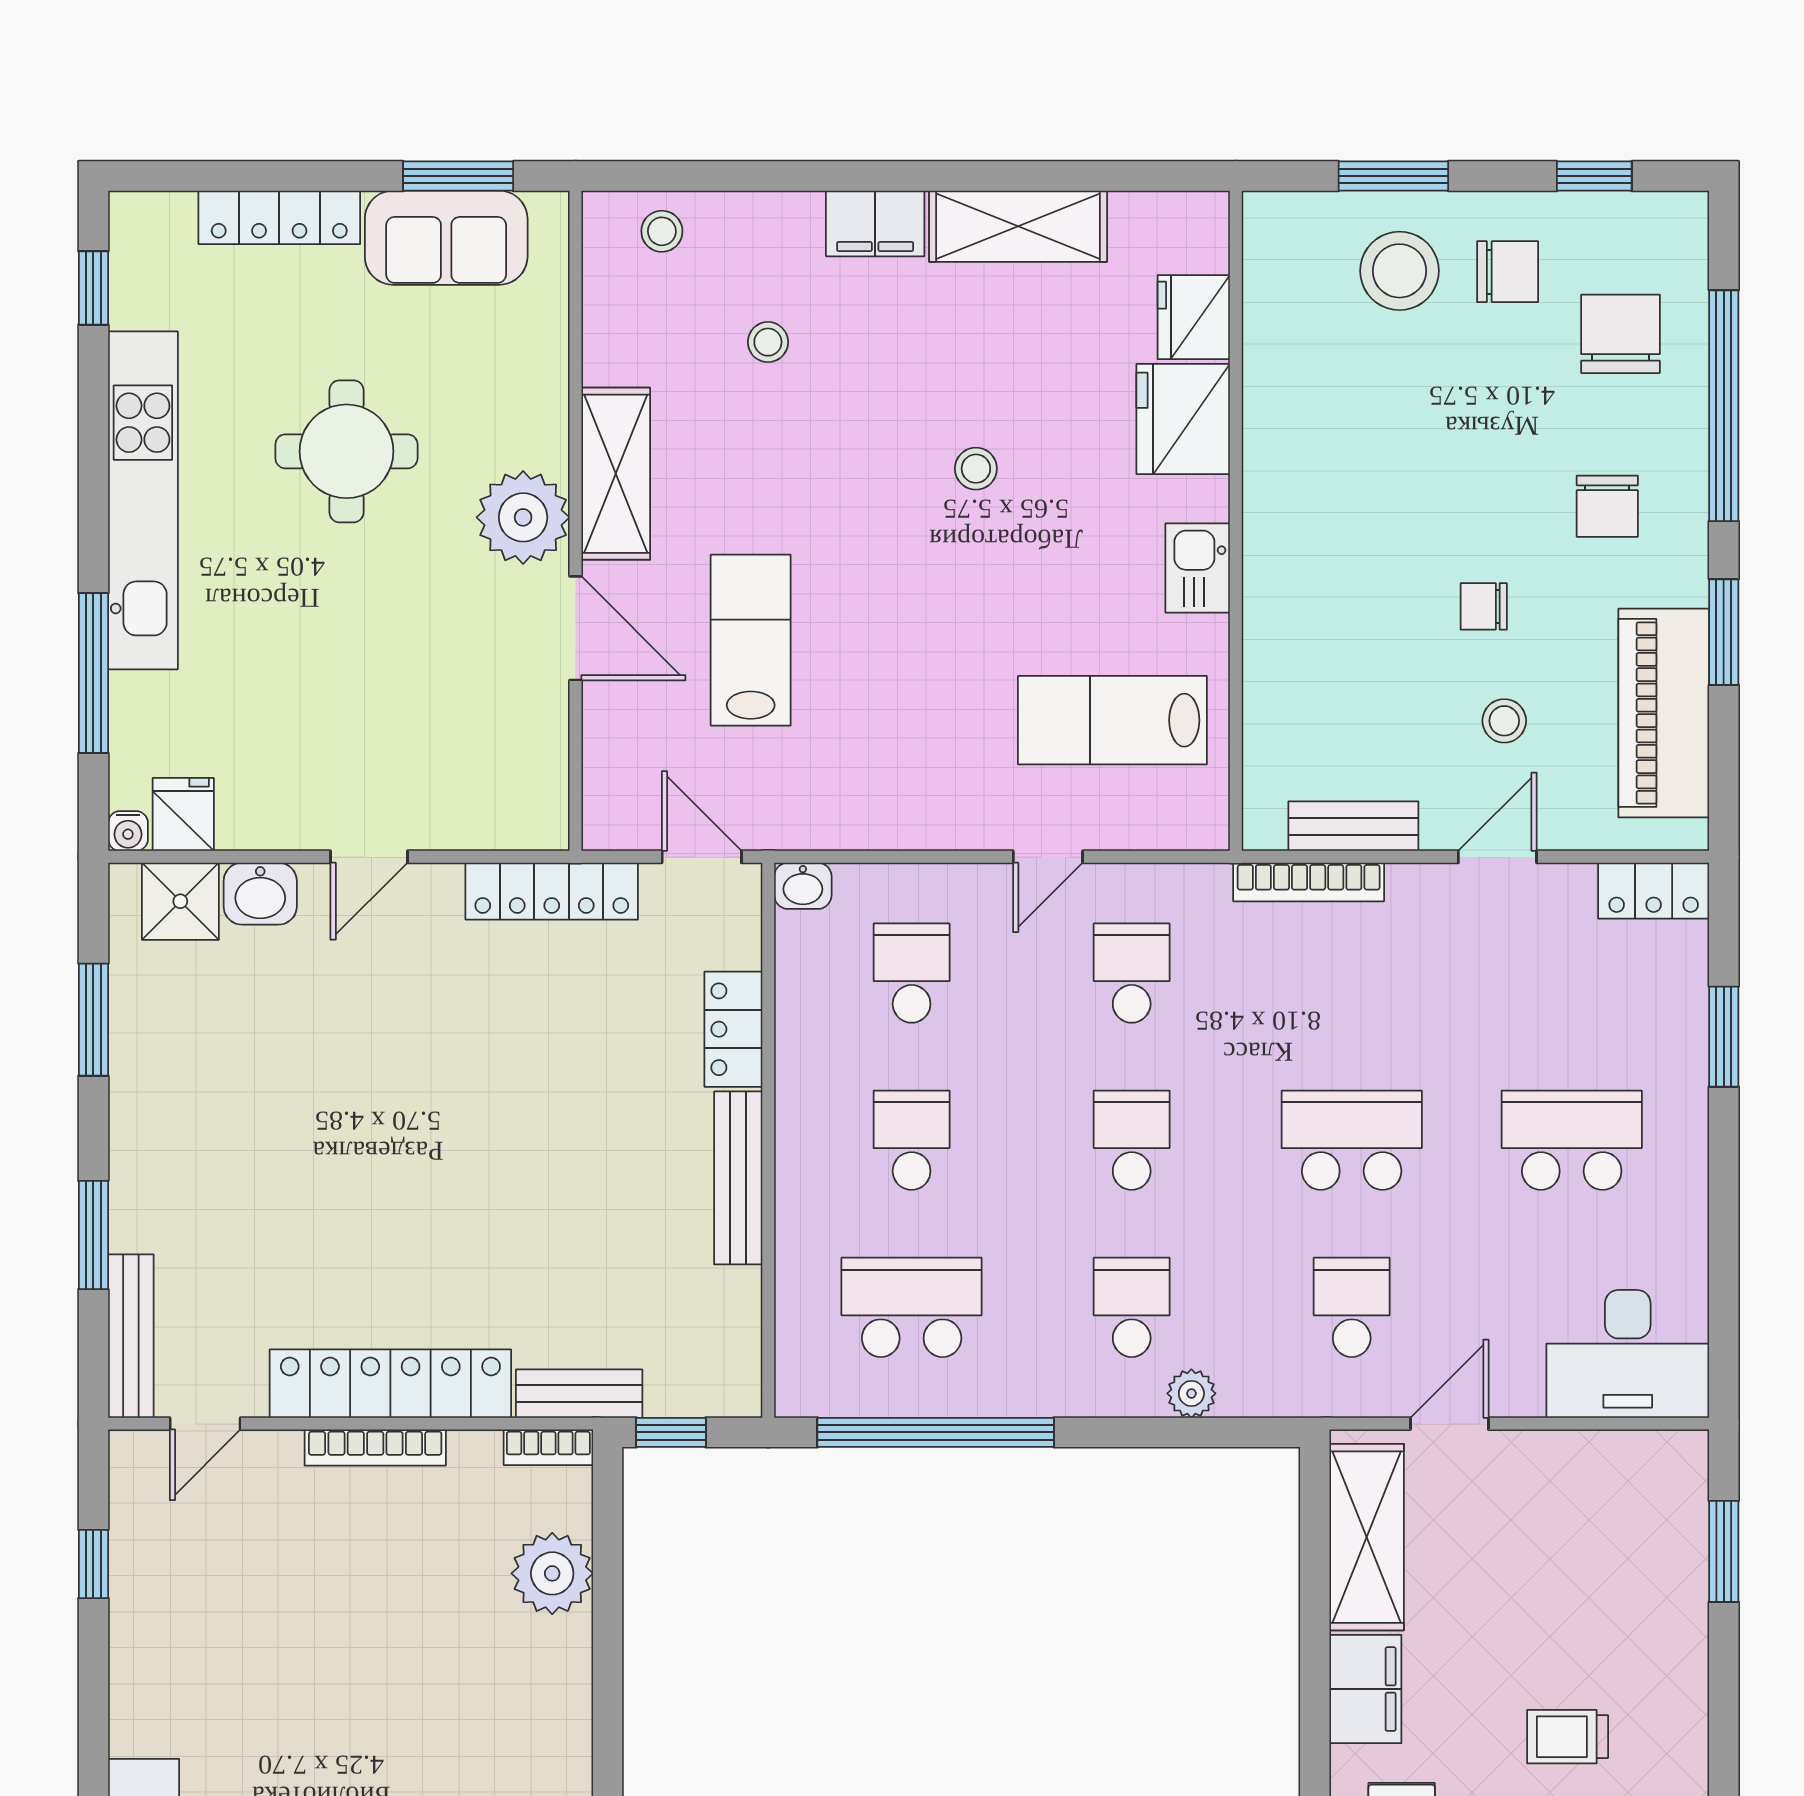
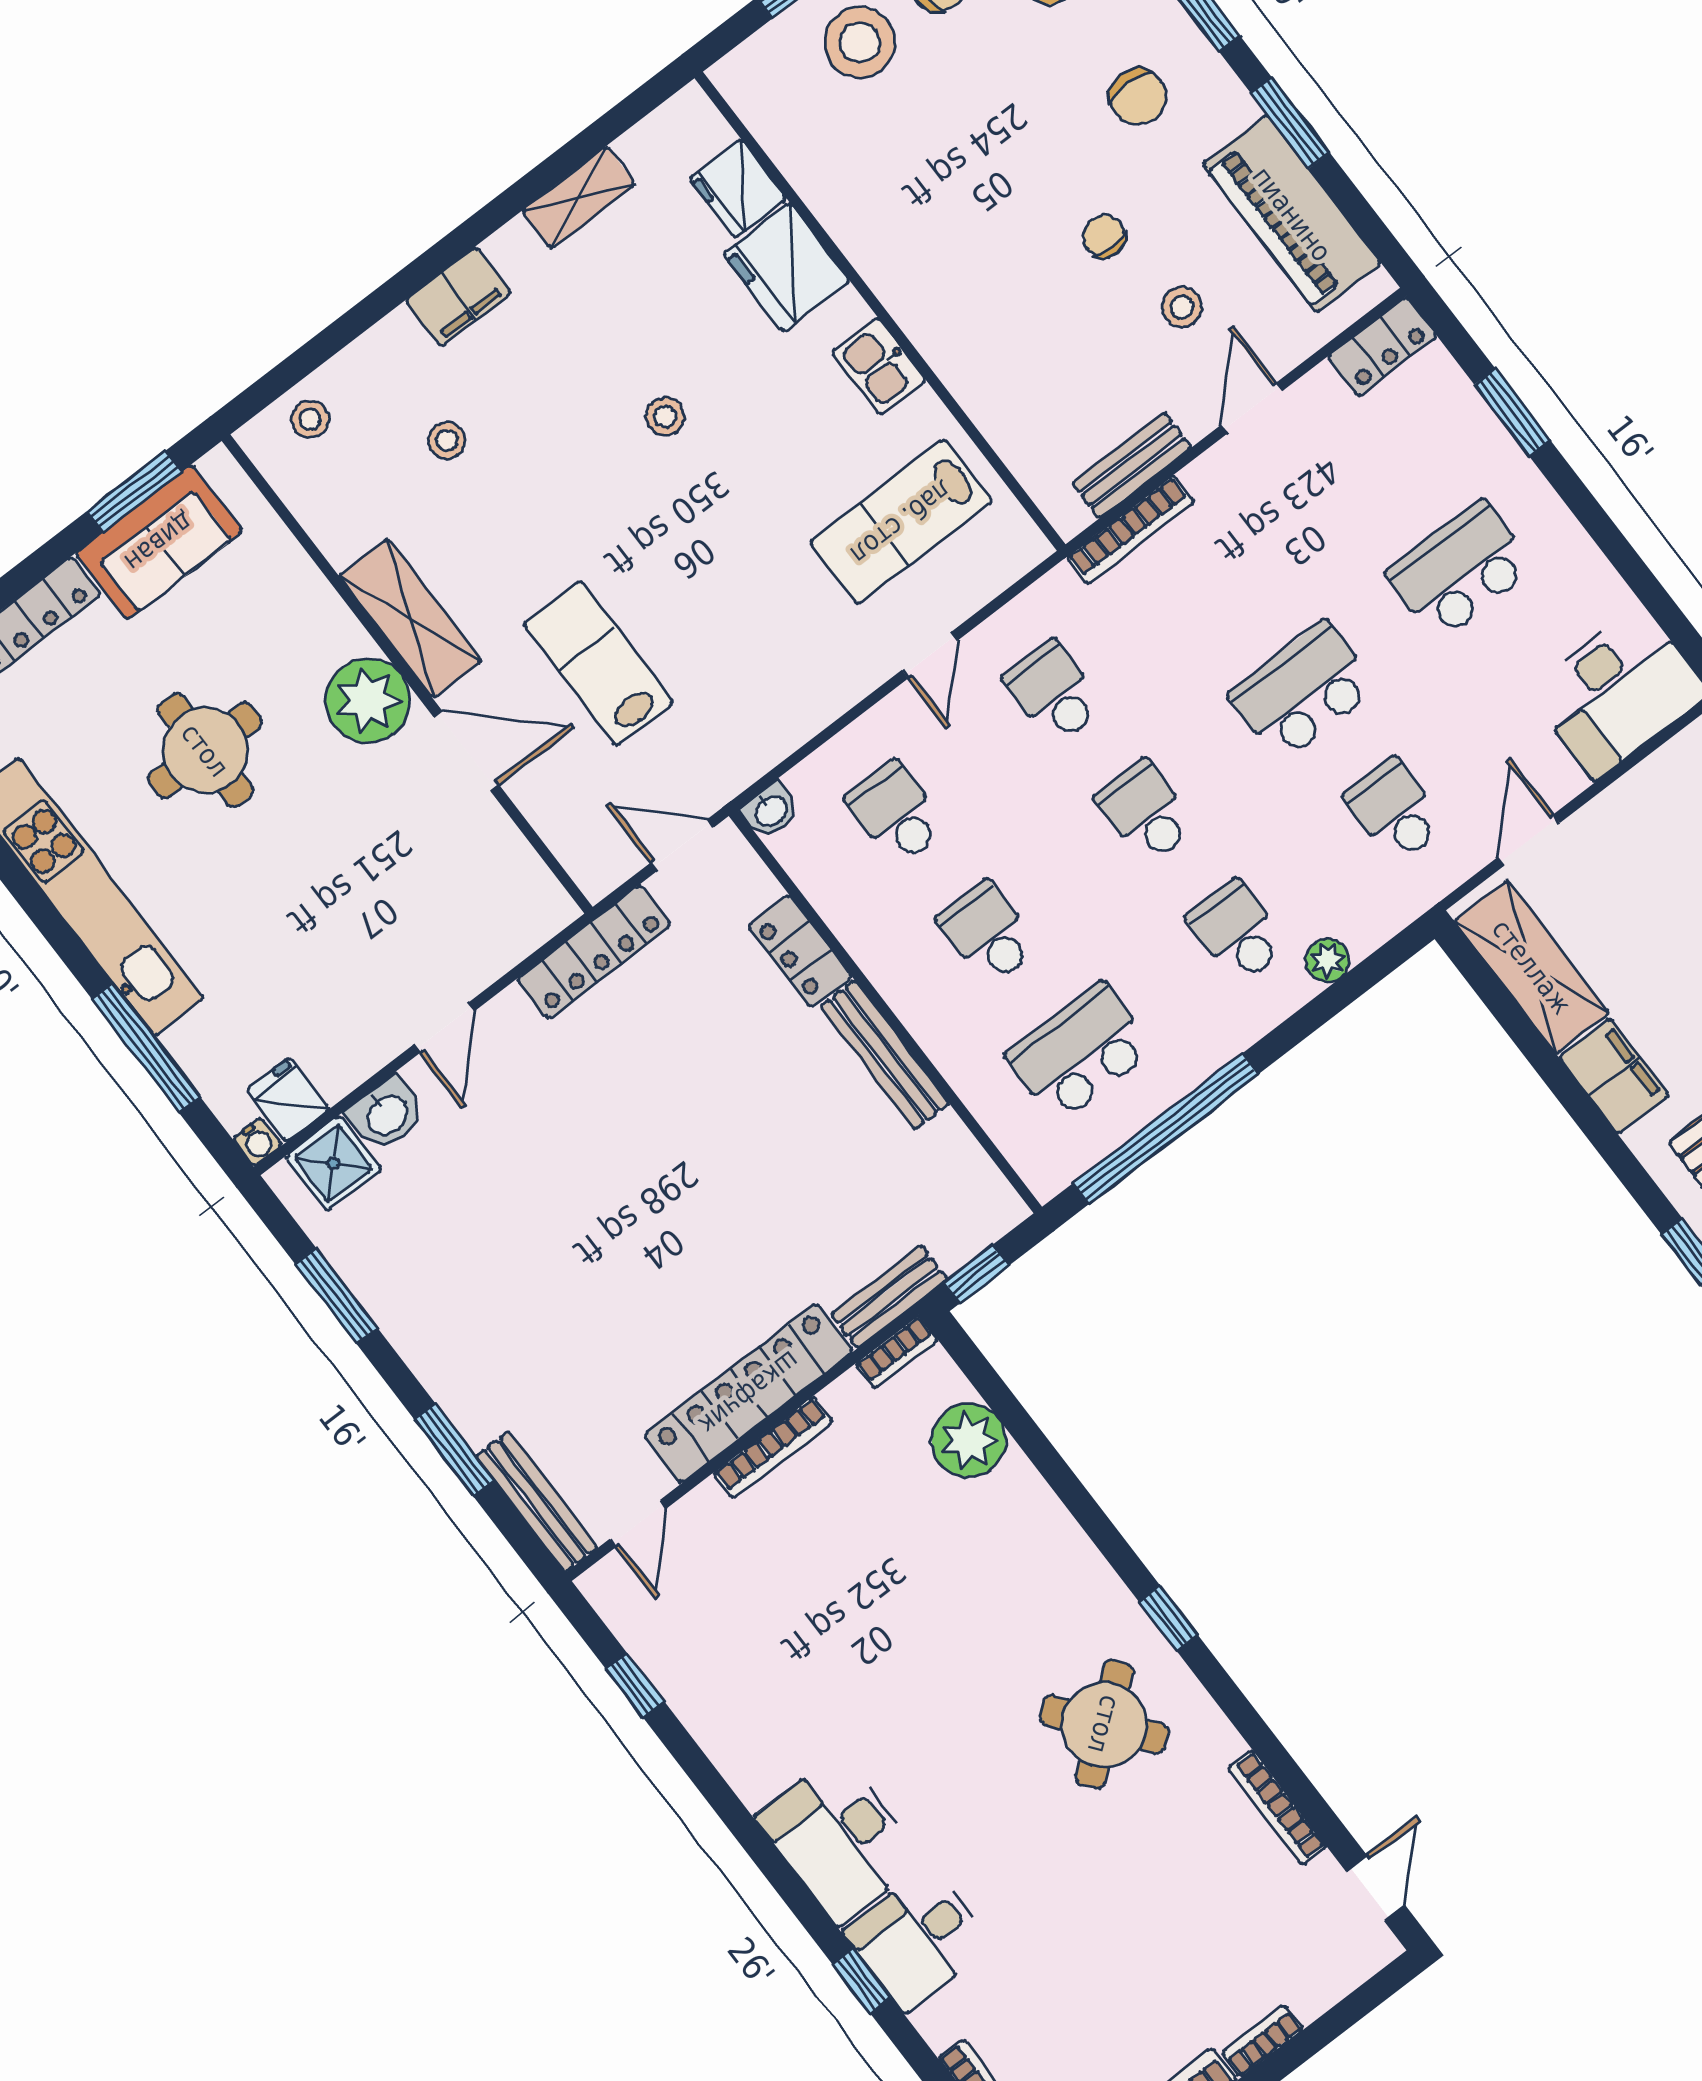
shelving: (1018, 226) -> (579, 197), width x0.67, depth x0.75
chair: (1484, 606) -> (1104, 236), turned 90

